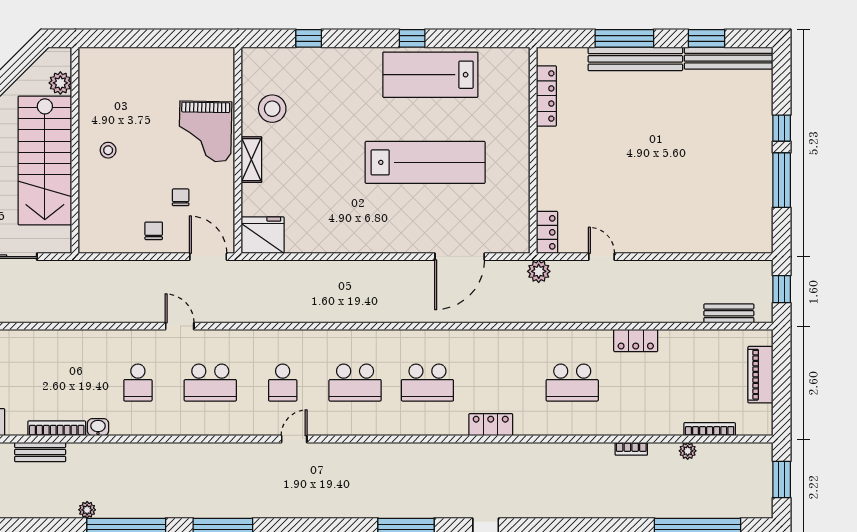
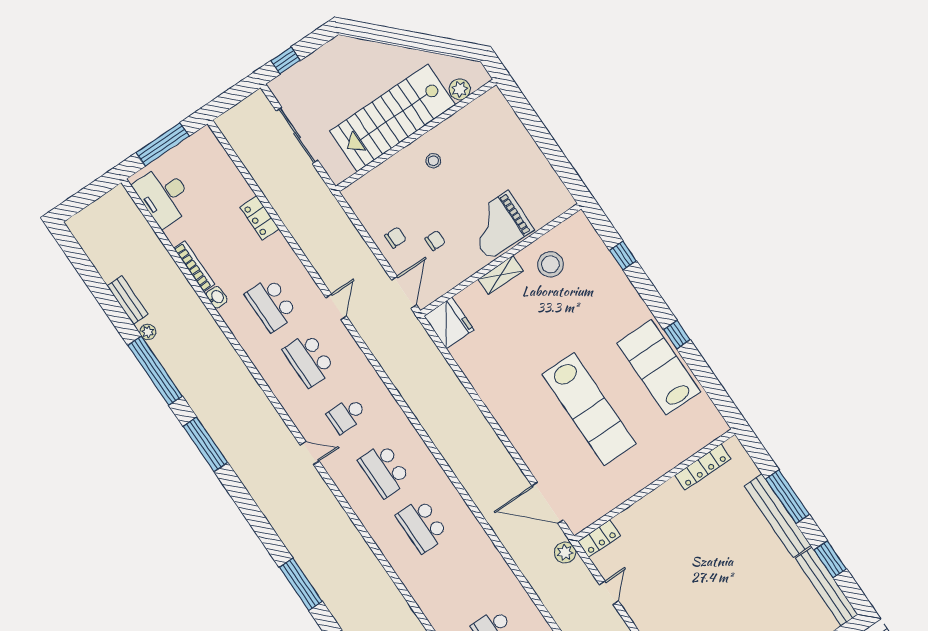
door: (460, 257) -> (548, 503), moved
school desk: (138, 383) -> (271, 304), width x1.85
locker: (491, 425) -> (259, 218), moved, turned 180
bench: (40, 452) -> (128, 300), moved

